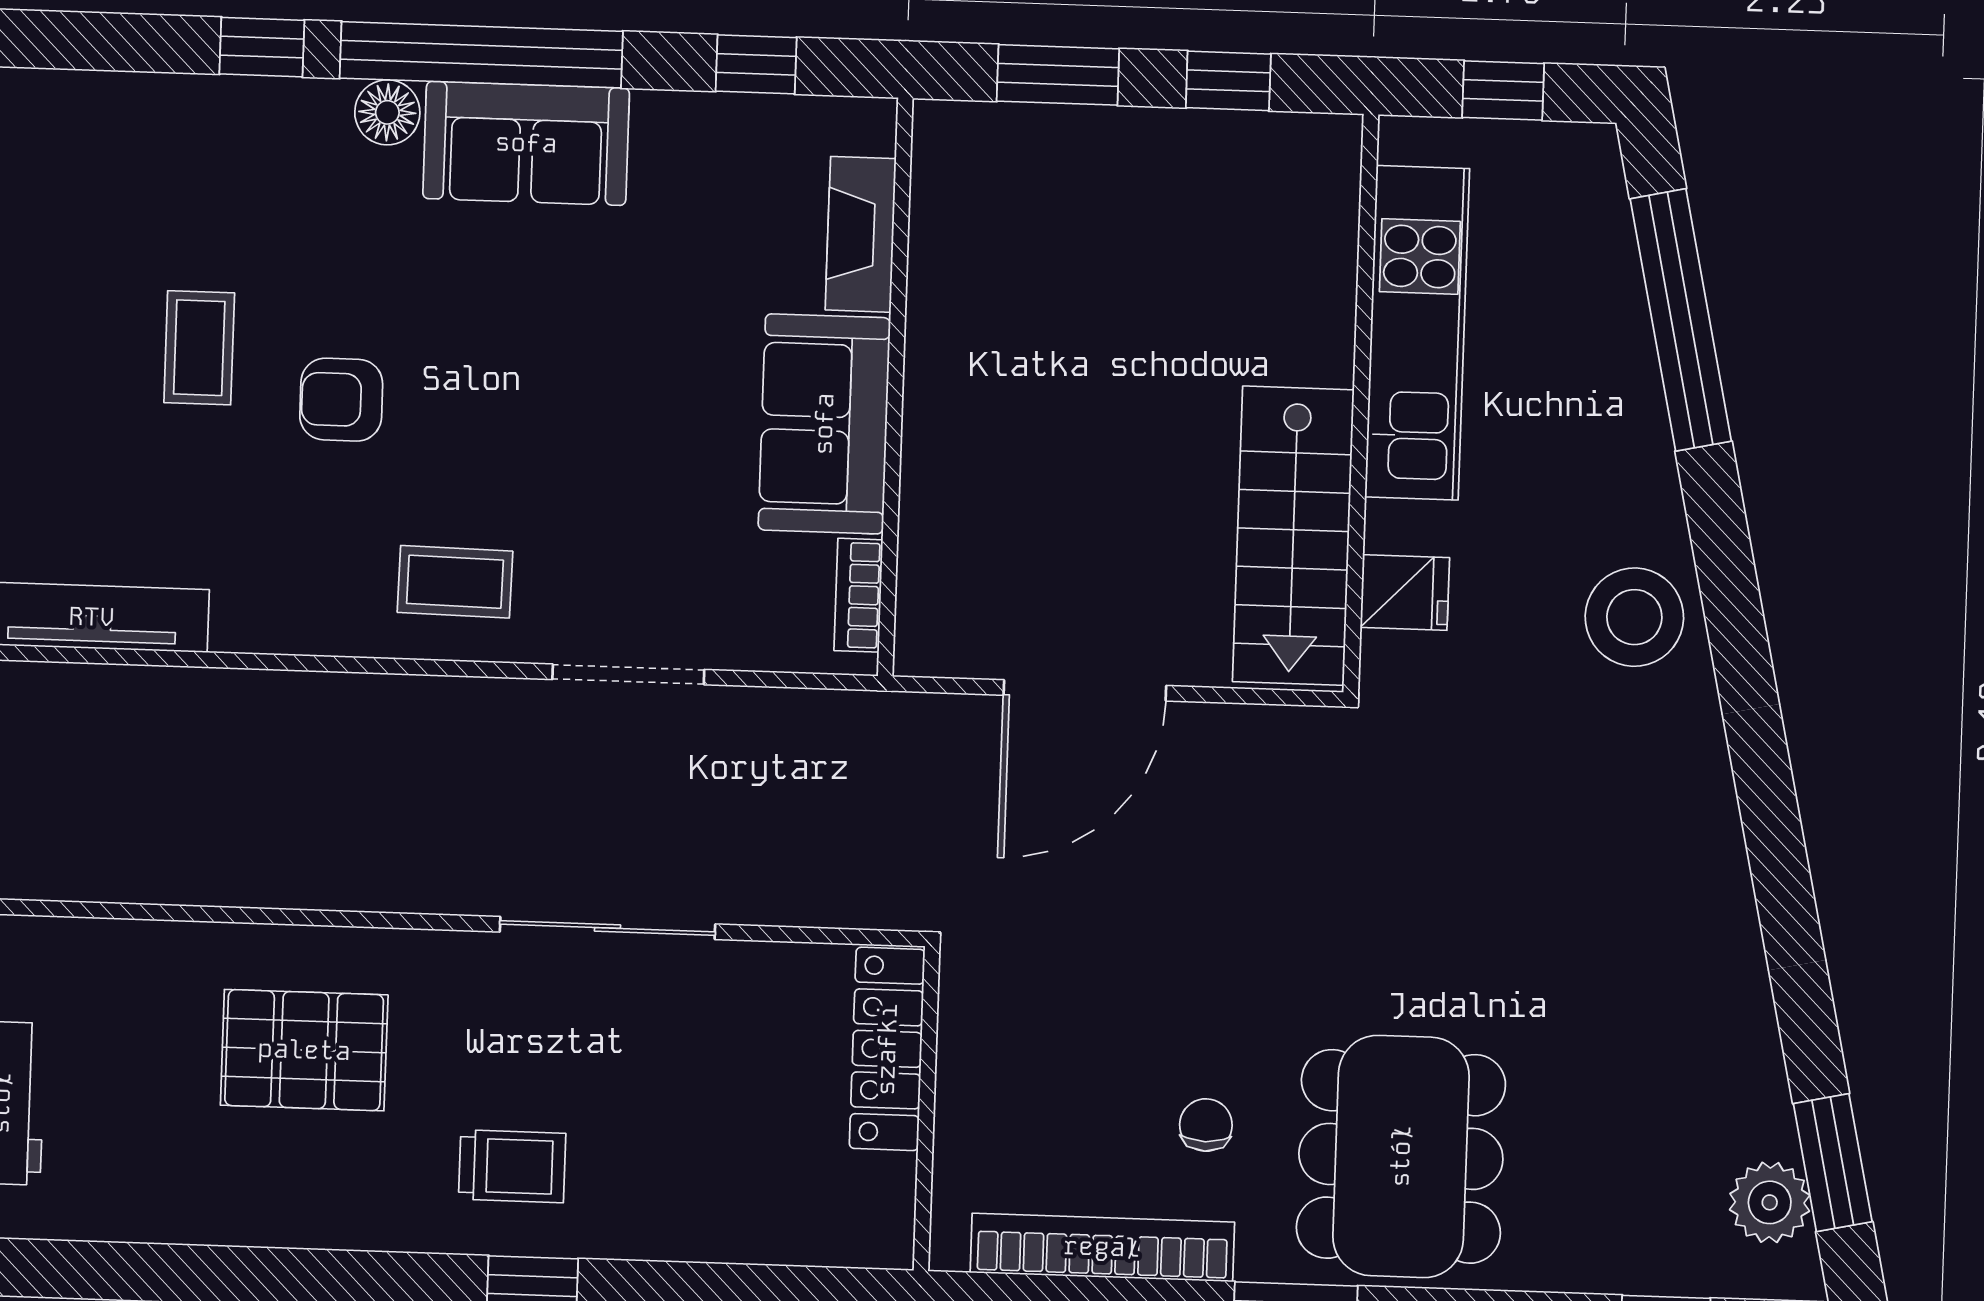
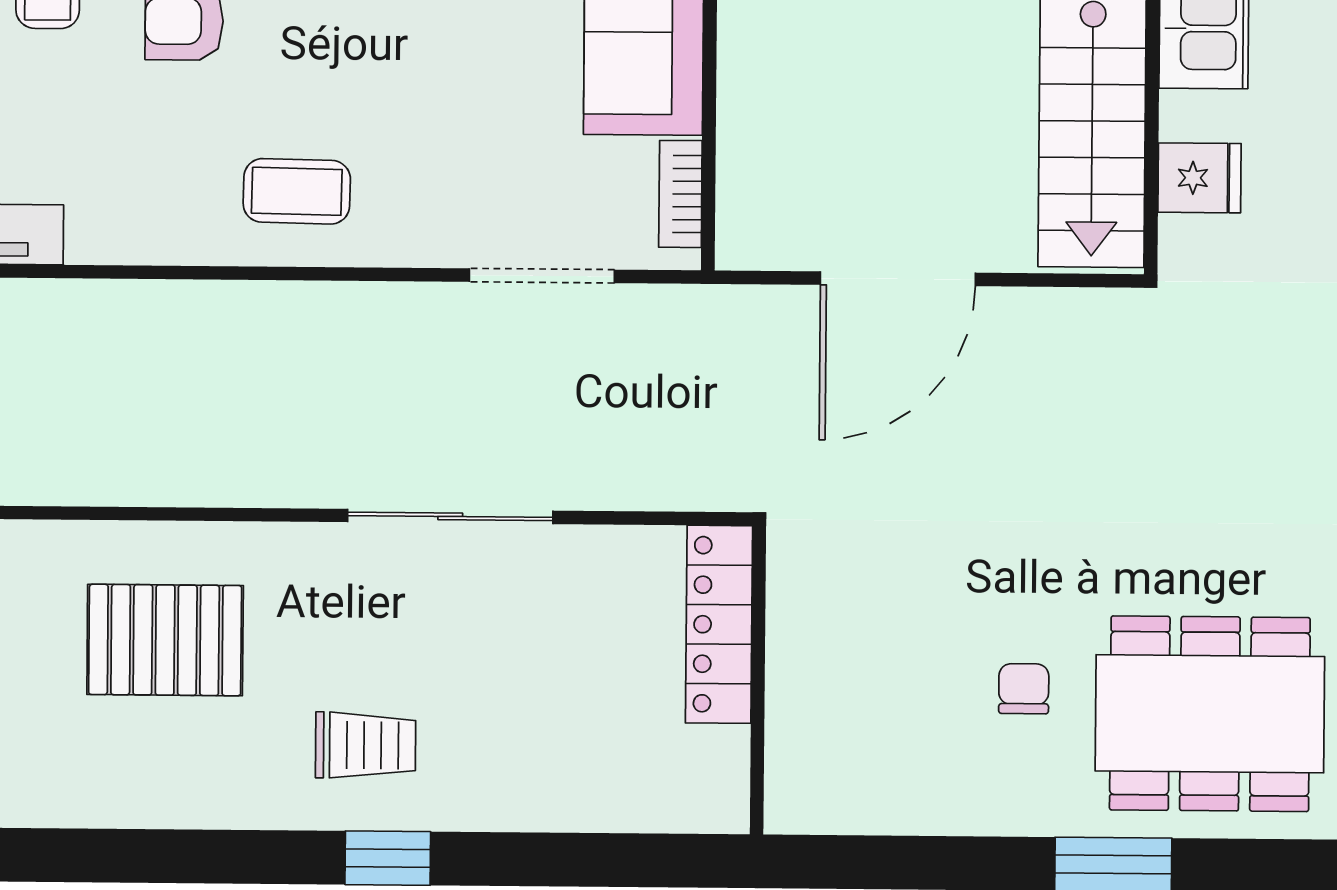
doorway: (628, 674) -> (542, 276), moved
dining table: (1401, 1156) -> (1210, 714), turned 90
bookcase: (1102, 1247) -> (929, 808), removed

